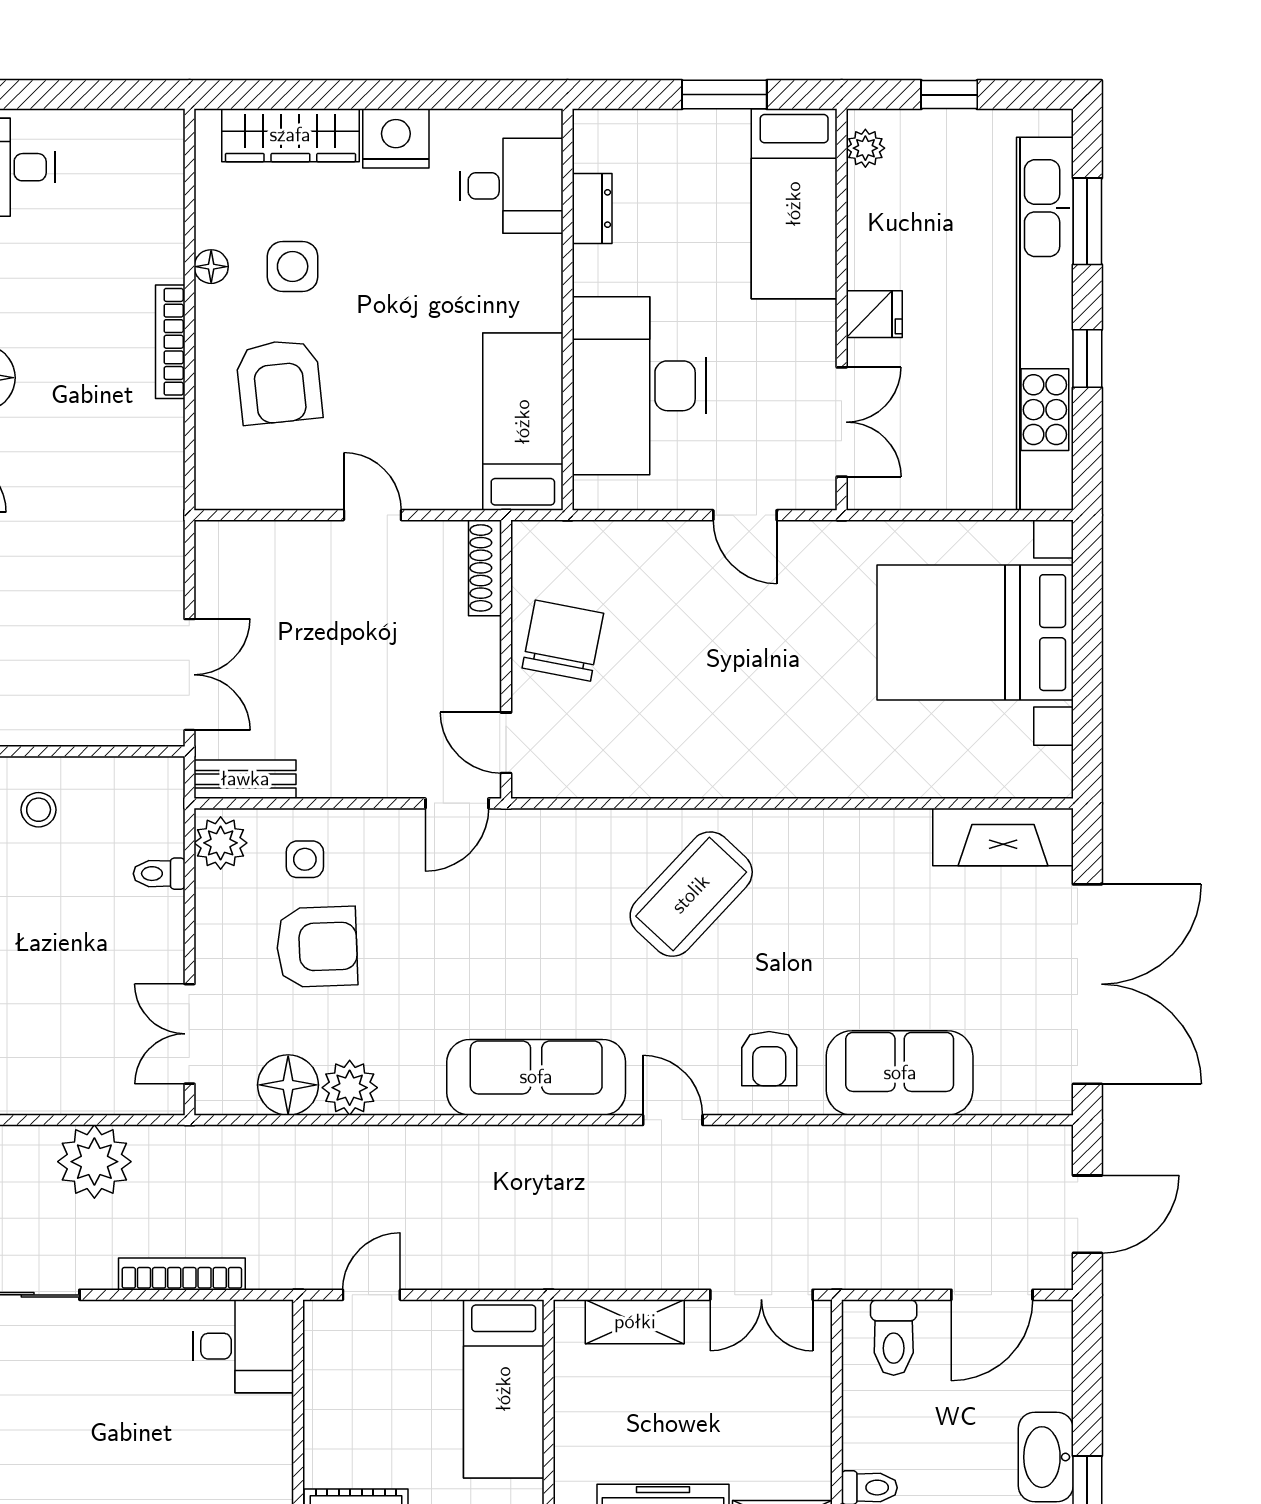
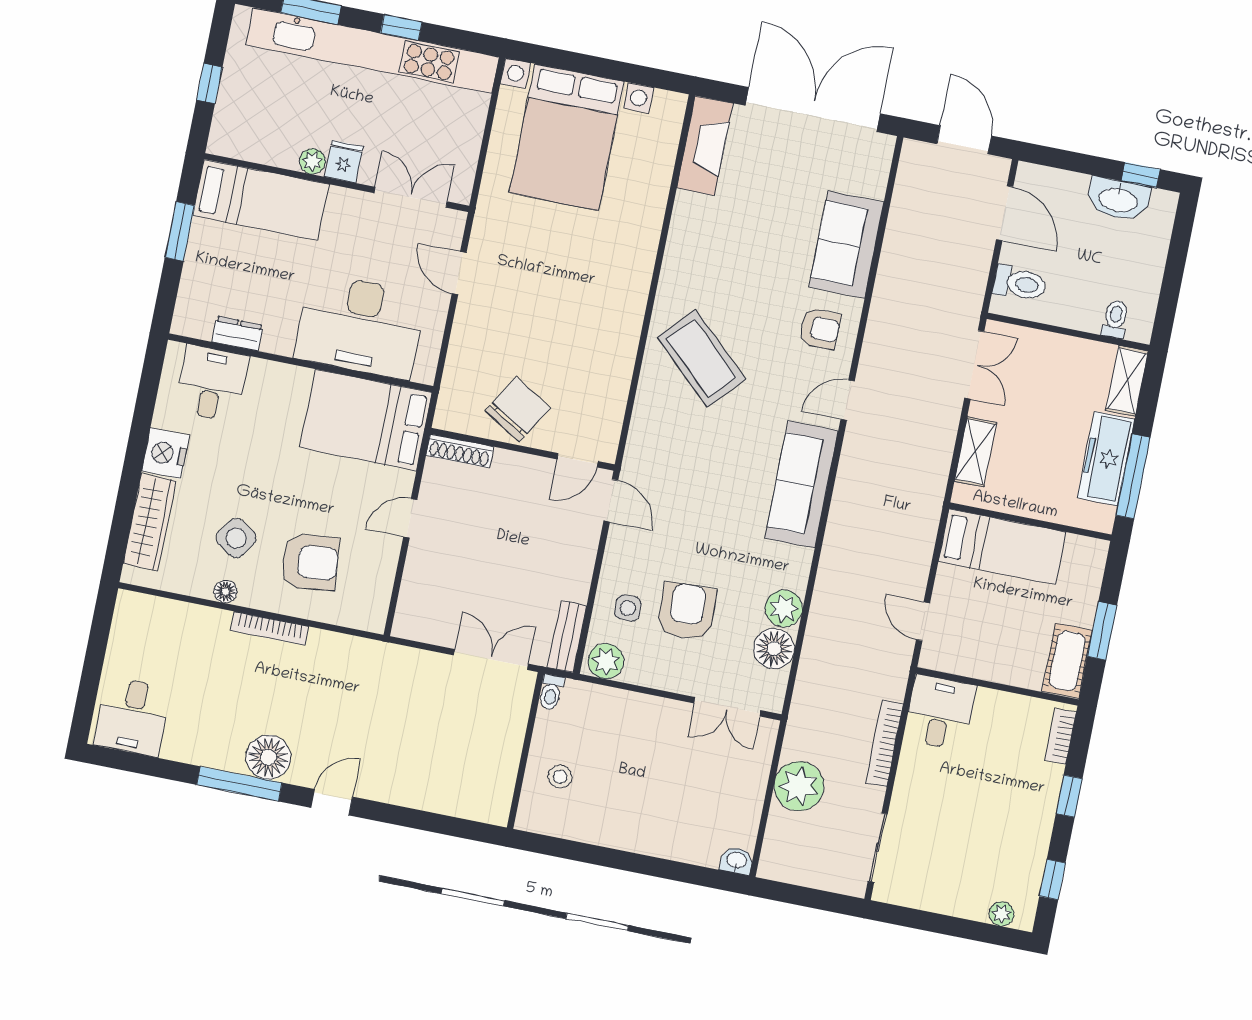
plant: (865, 148) -> (312, 161), moved
side table: (293, 266) -> (236, 538), turned 34
bed: (523, 422) -> (366, 420), width x1.50
door: (745, 515) -> (459, 273), swing flipped
chair: (563, 641) -> (518, 409), turned 110
toilet: (159, 874) -> (551, 692), moved

